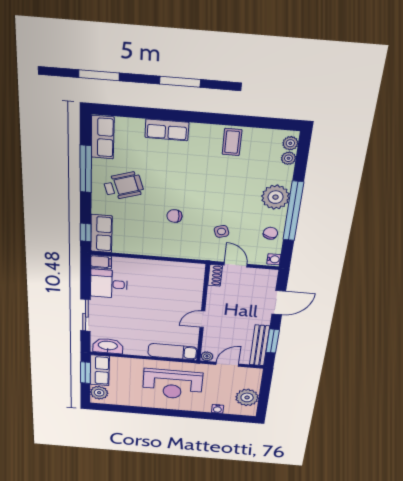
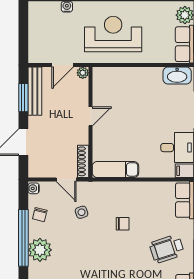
shoe rack: (215, 275) -> (83, 161), width x1.43
exam couch: (173, 352) -> (115, 169), moved, turned 180
plant: (247, 397) -> (39, 25), removed

